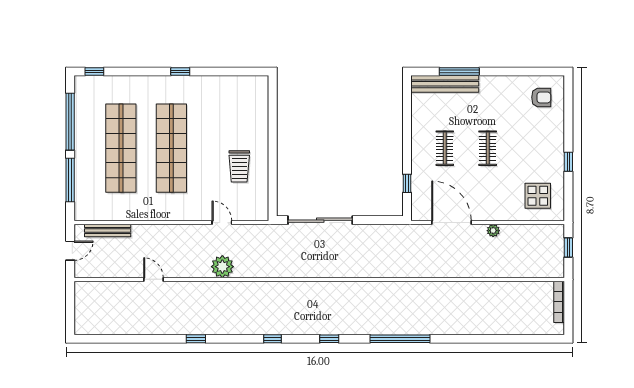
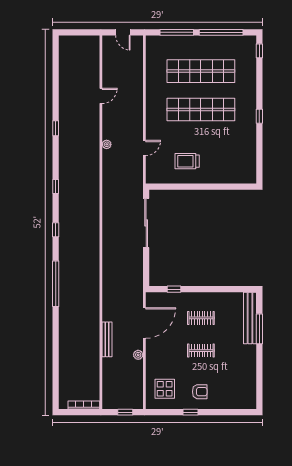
armchair: (541, 97) -> (200, 392), moved, turned -90
bench: (108, 231) -> (107, 339), moved
plant: (222, 267) -> (107, 144), width x0.53, depth x0.53

